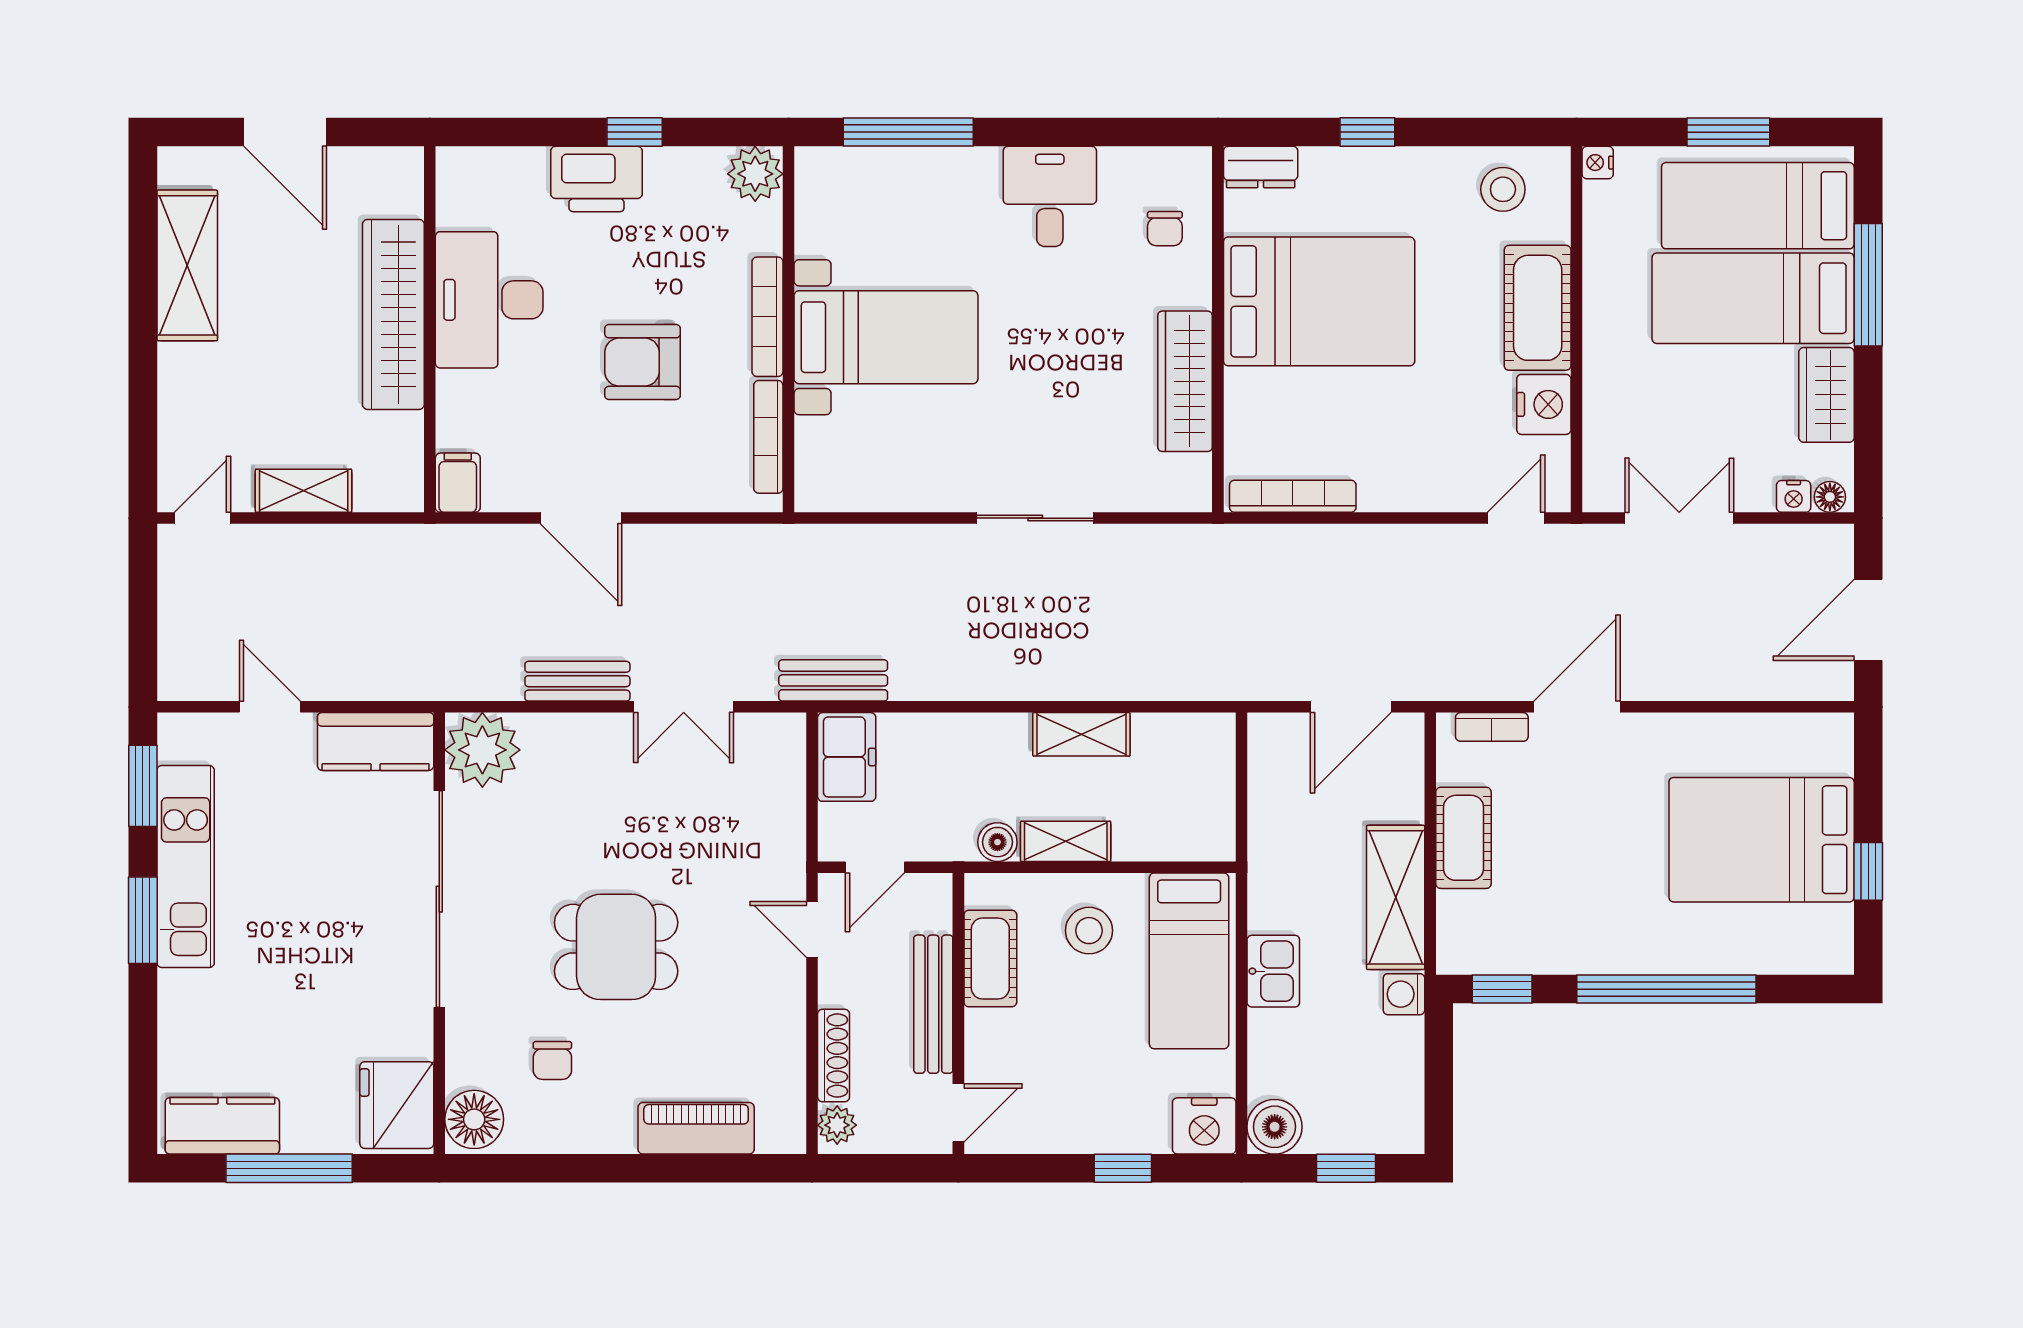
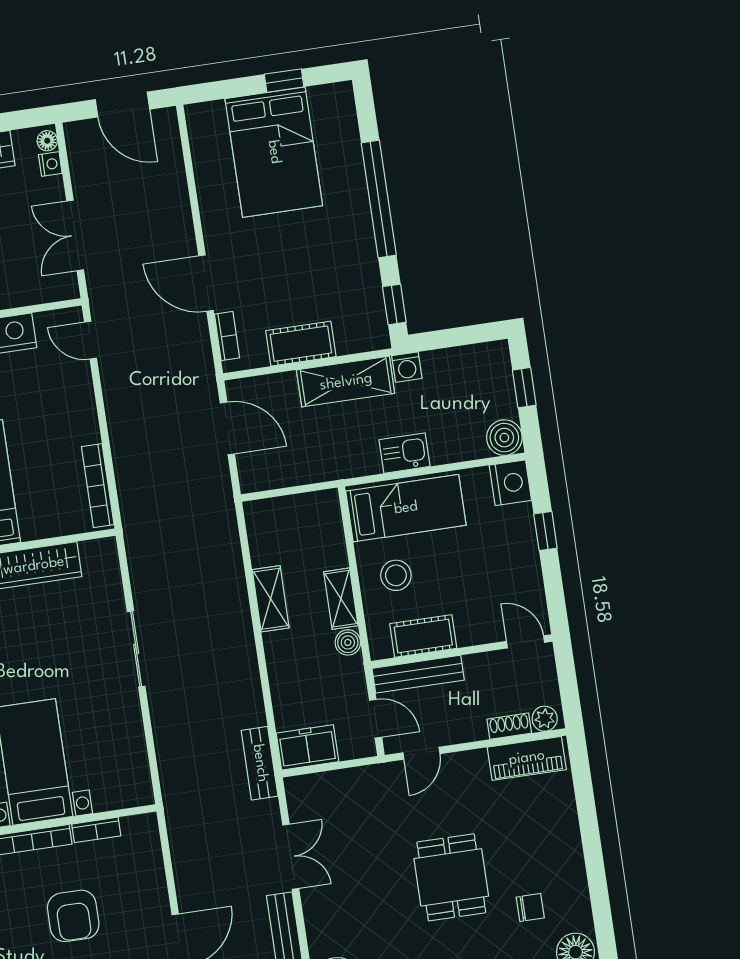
bookcase: (768, 437) -> (96, 830), width x0.64
bench: (933, 1004) -> (418, 674), moved
shoe rack: (834, 1056) -> (509, 726), width x0.70
piano: (696, 1128) -> (527, 758), moved, turned -90

